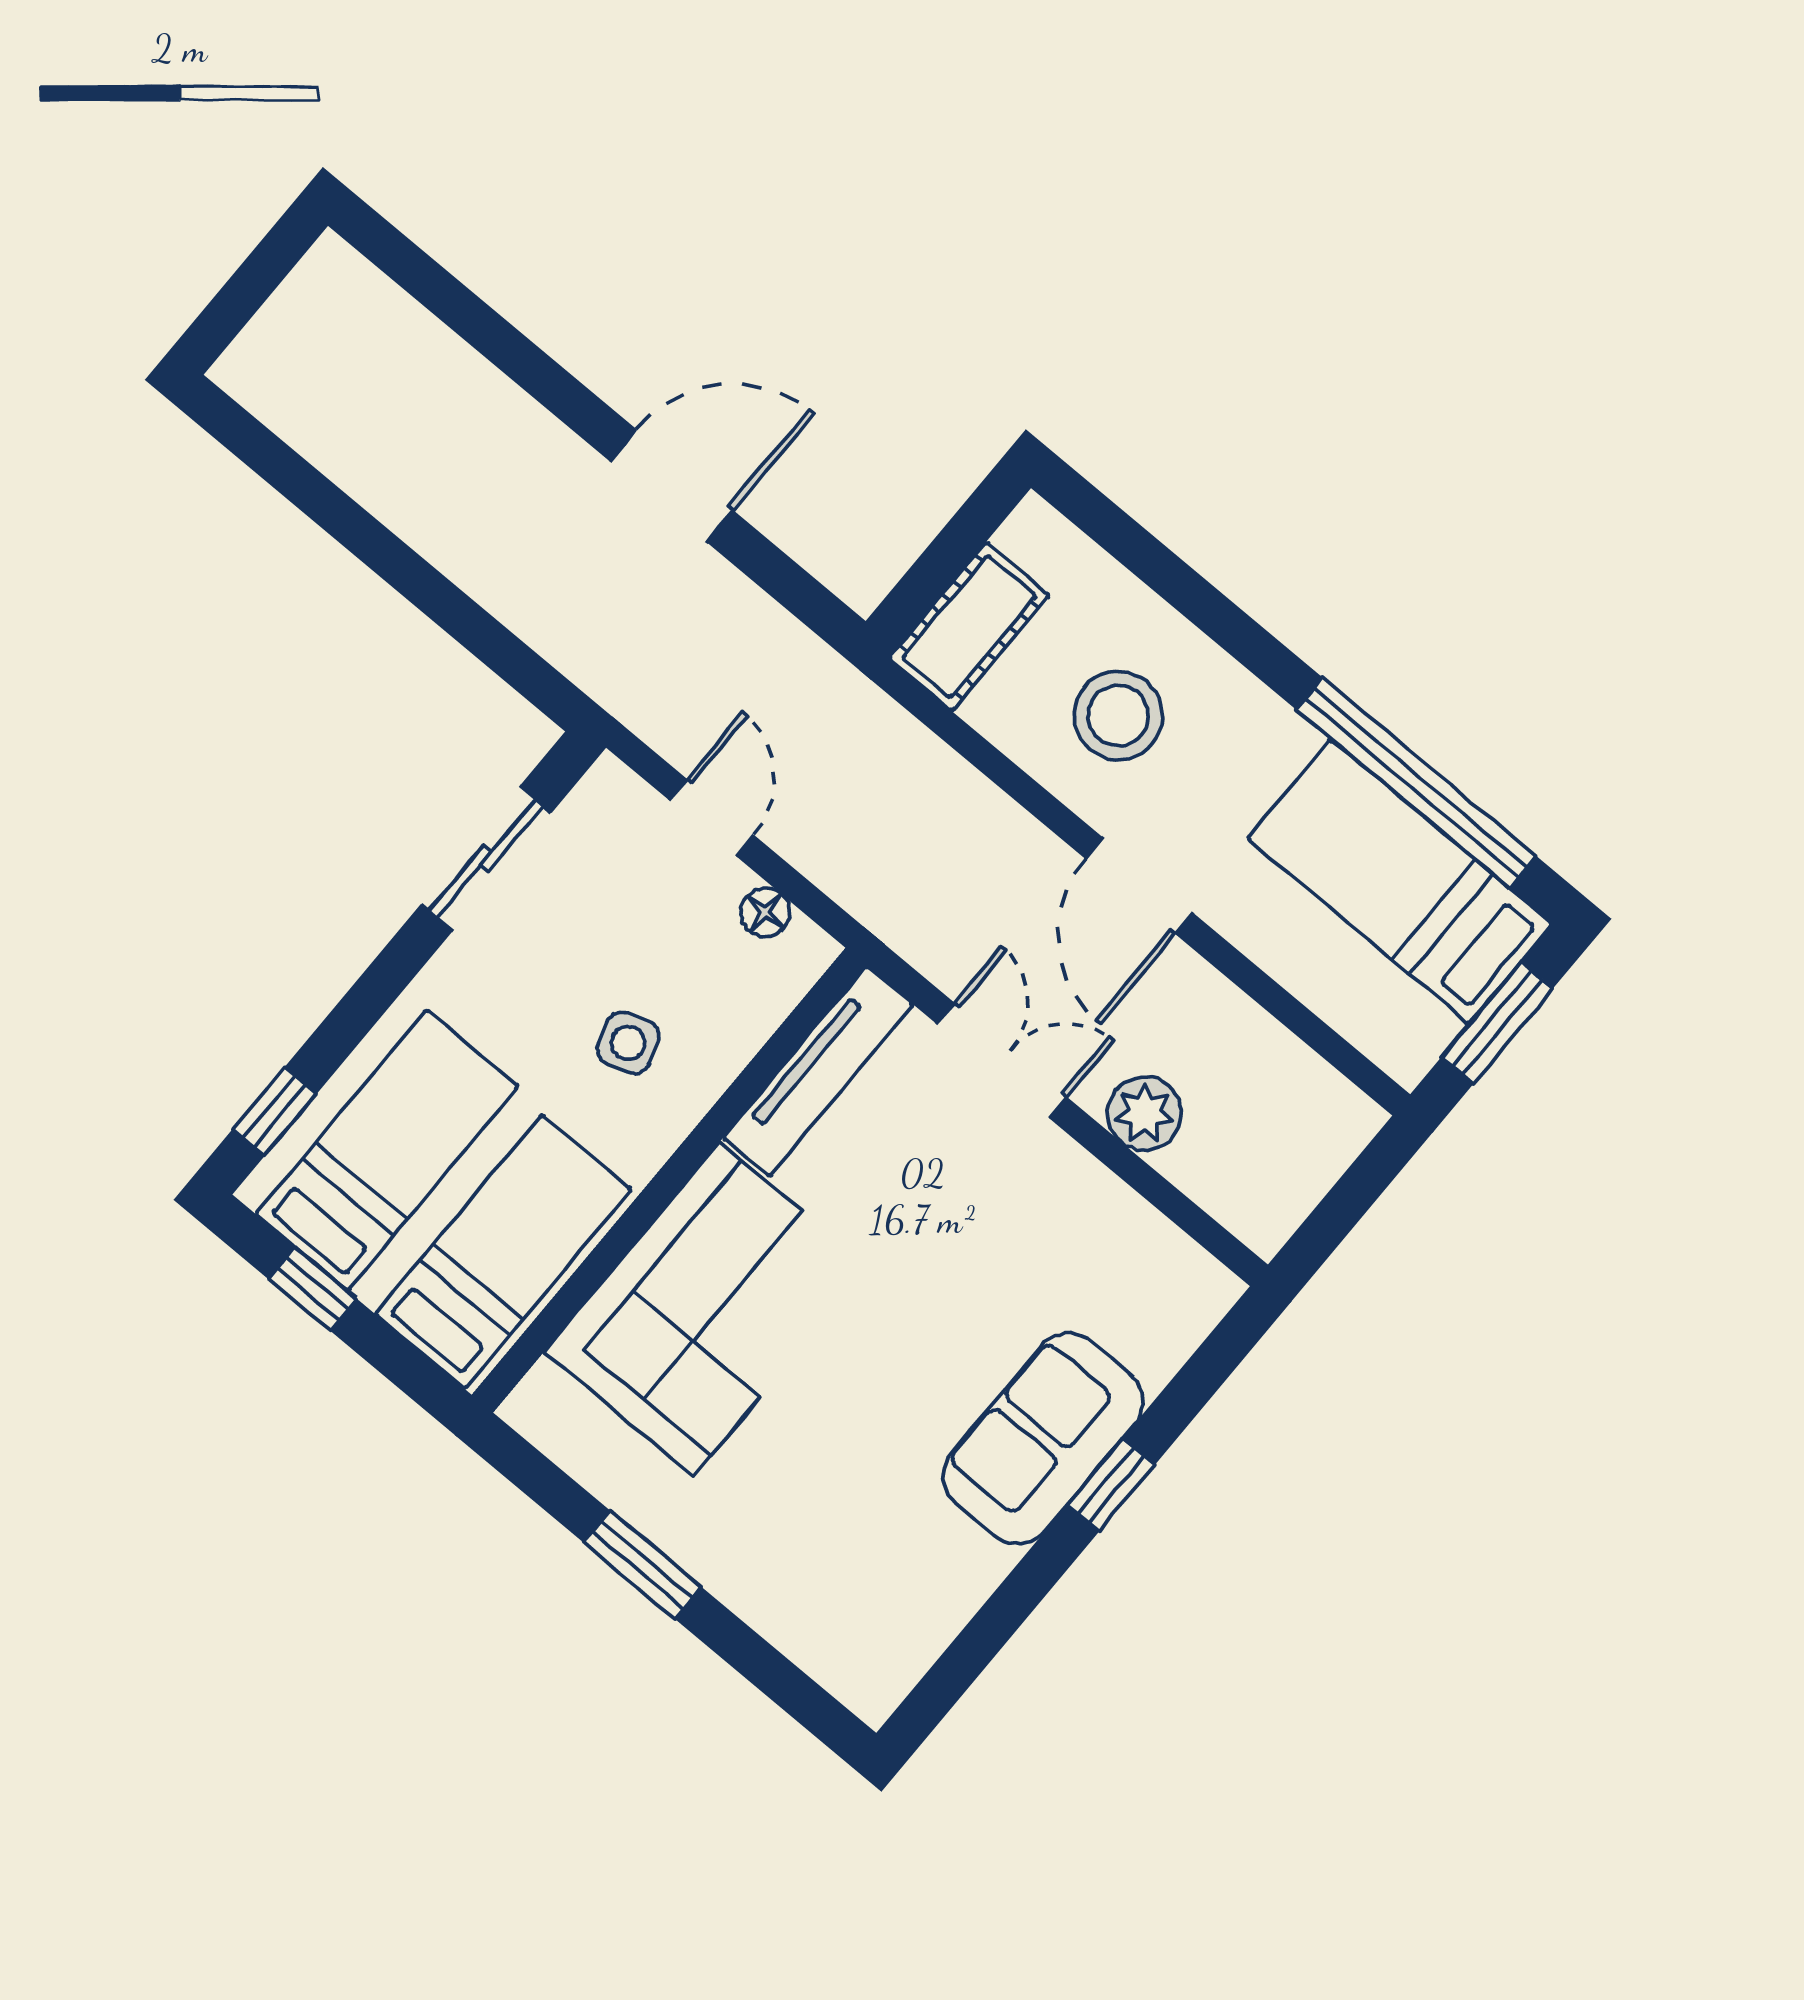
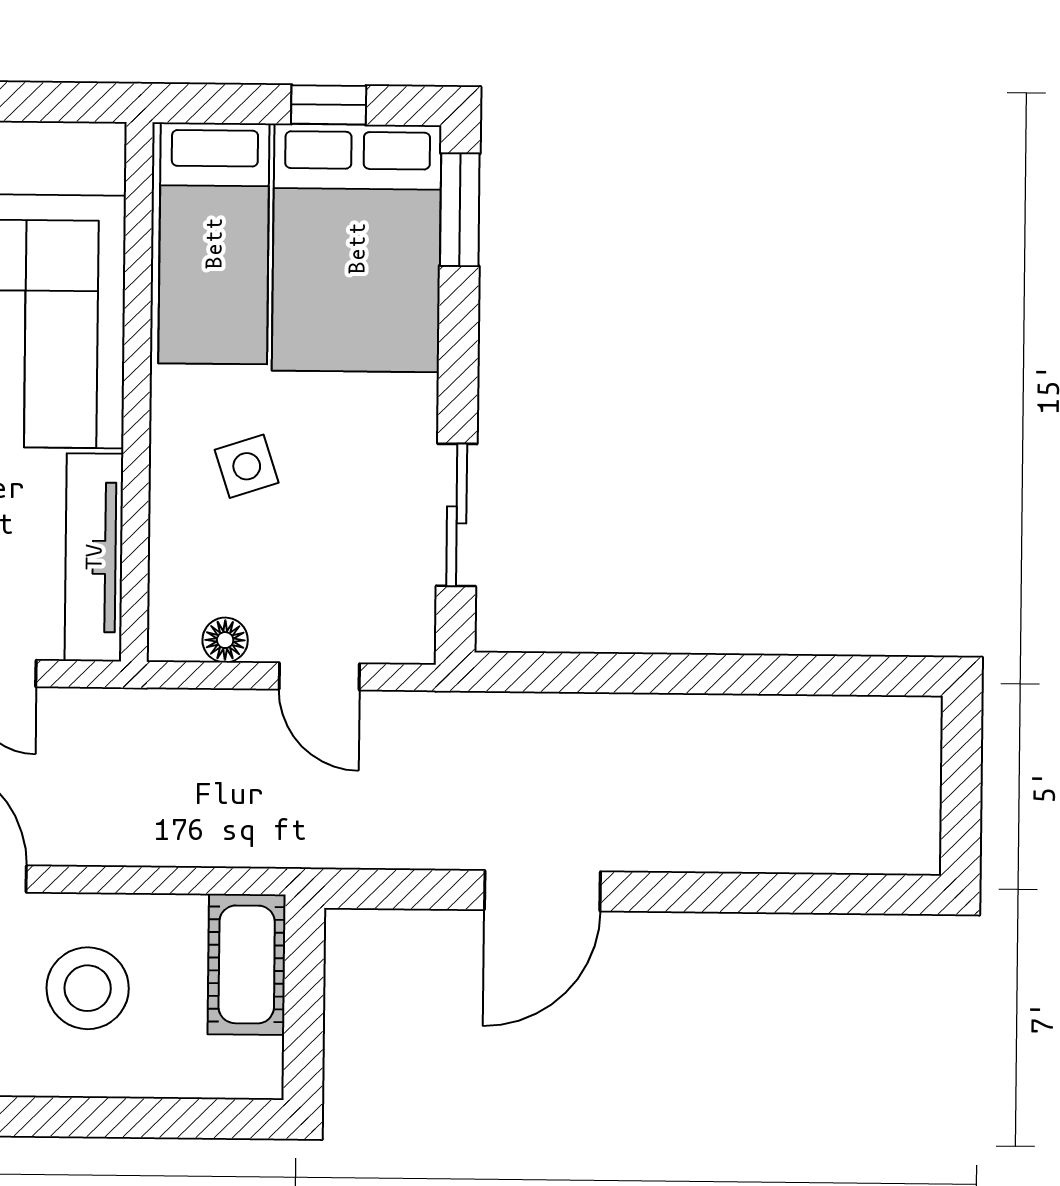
window: (275, 1112) -> (460, 210), width x1.50
bed: (387, 1150) -> (357, 248), width x1.50

